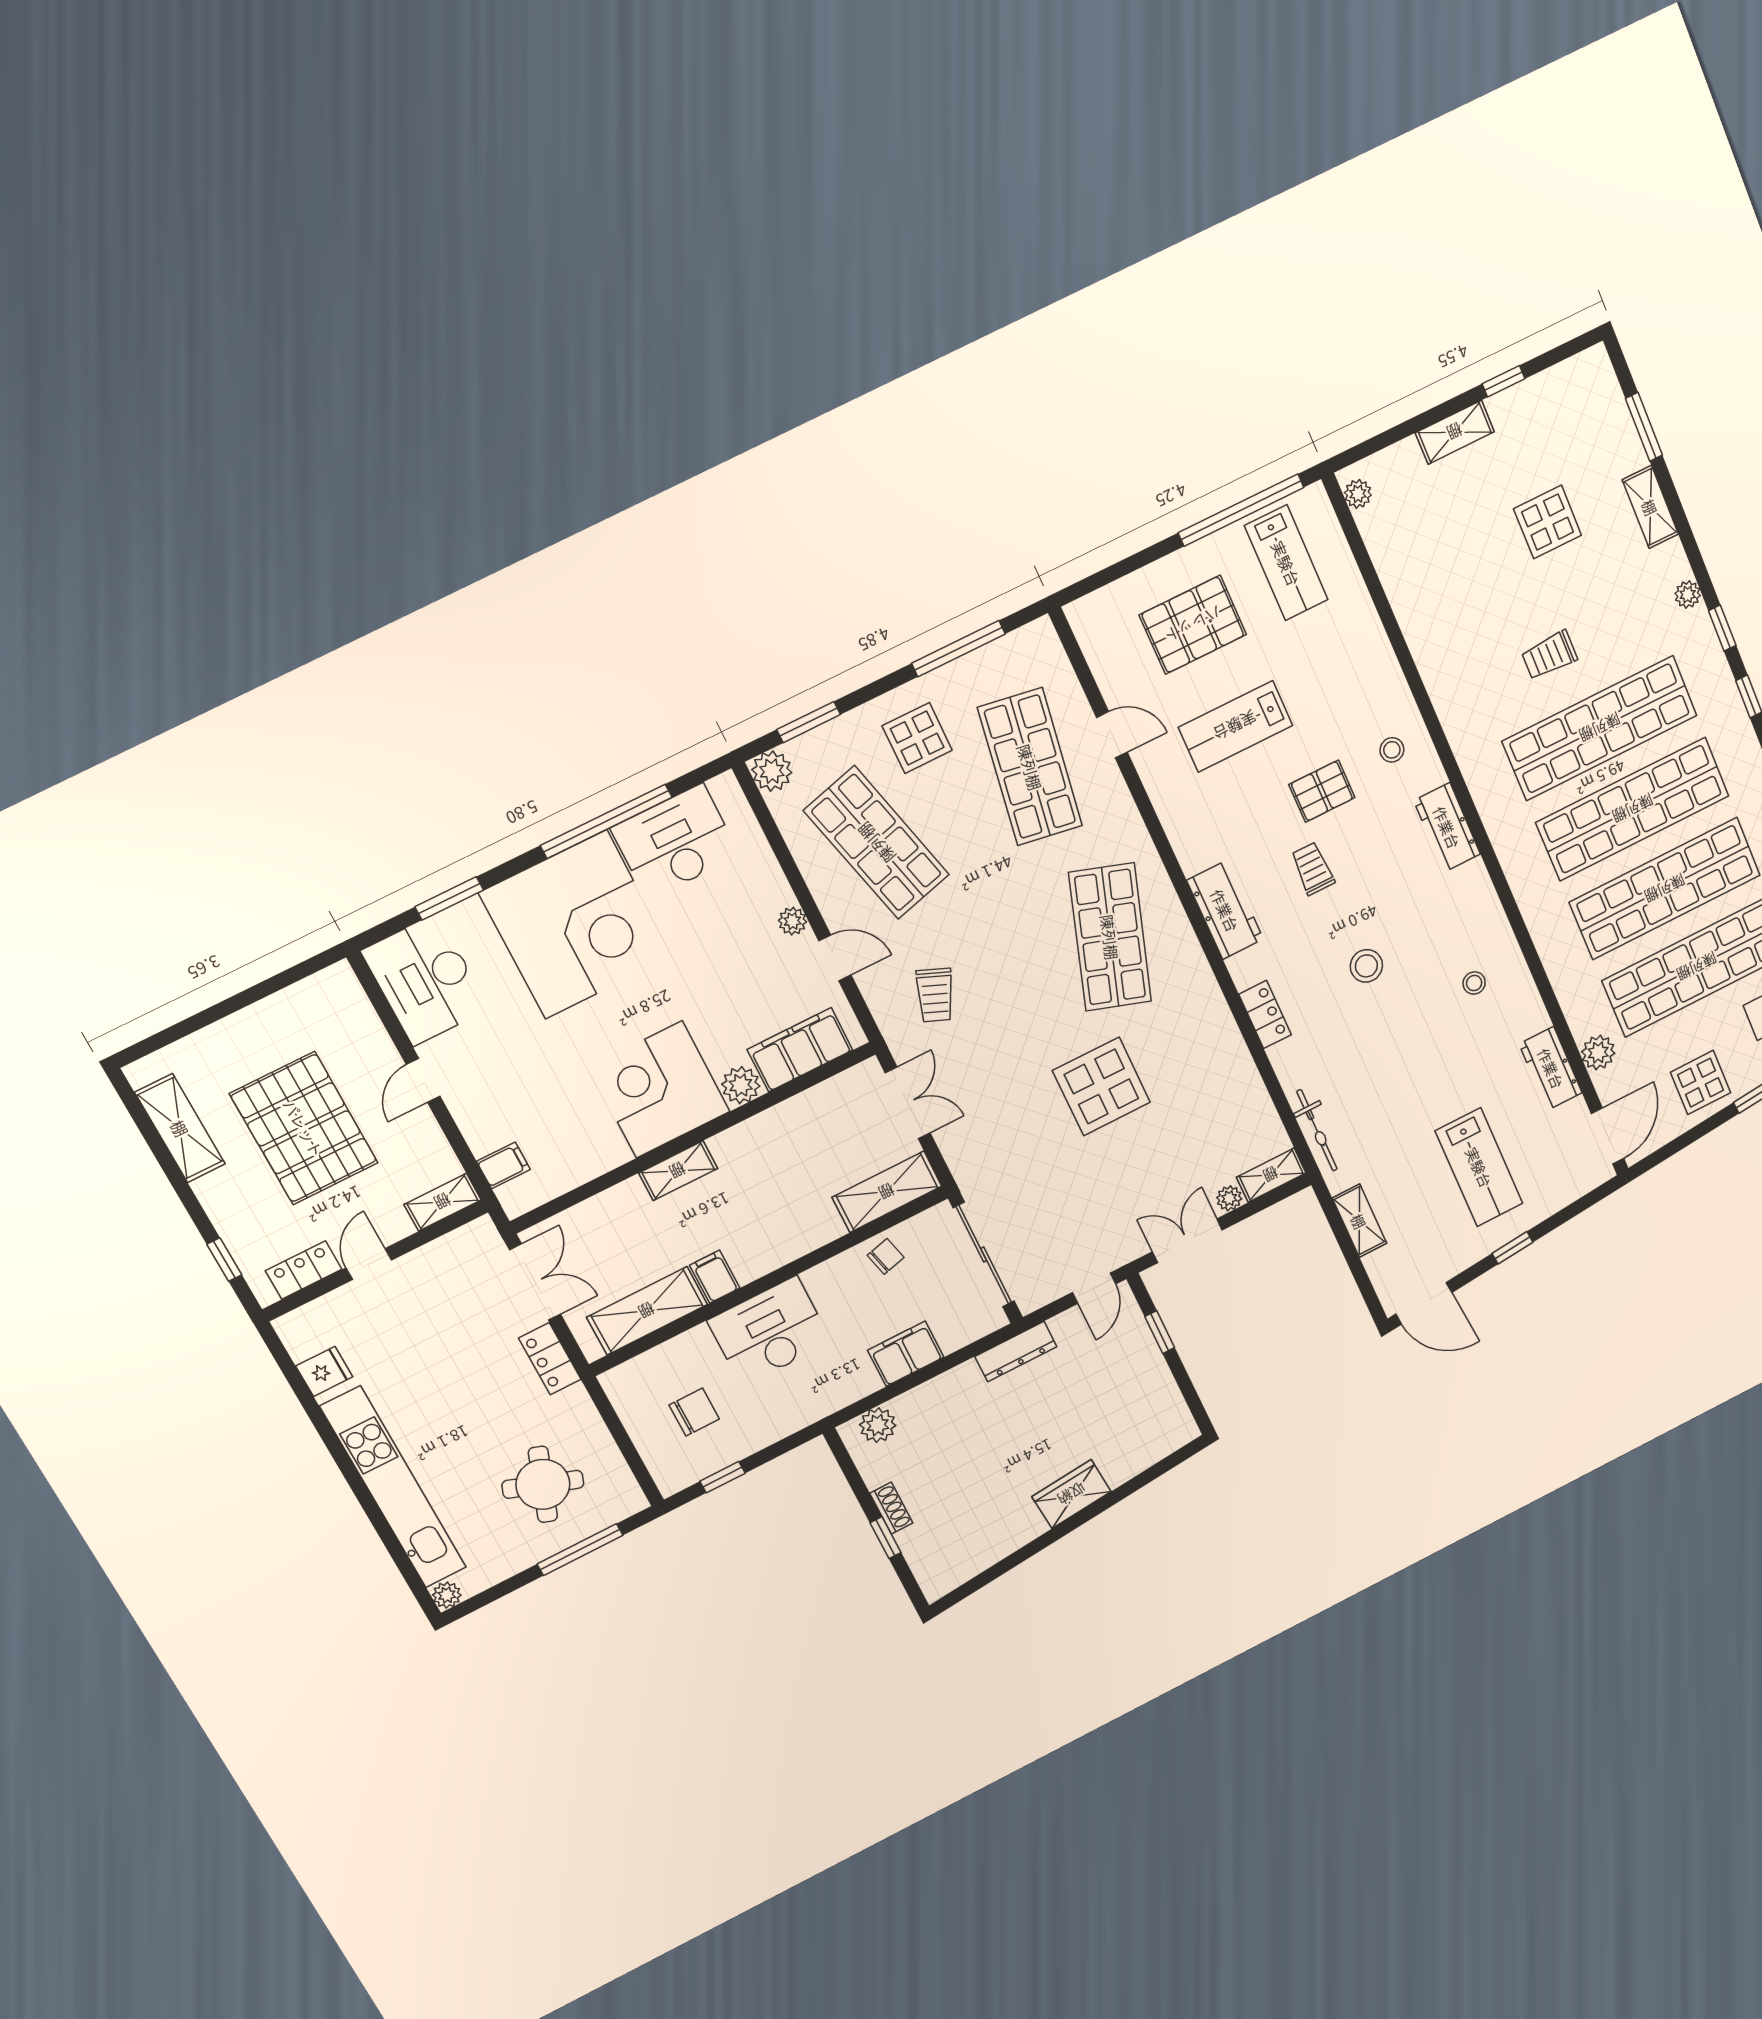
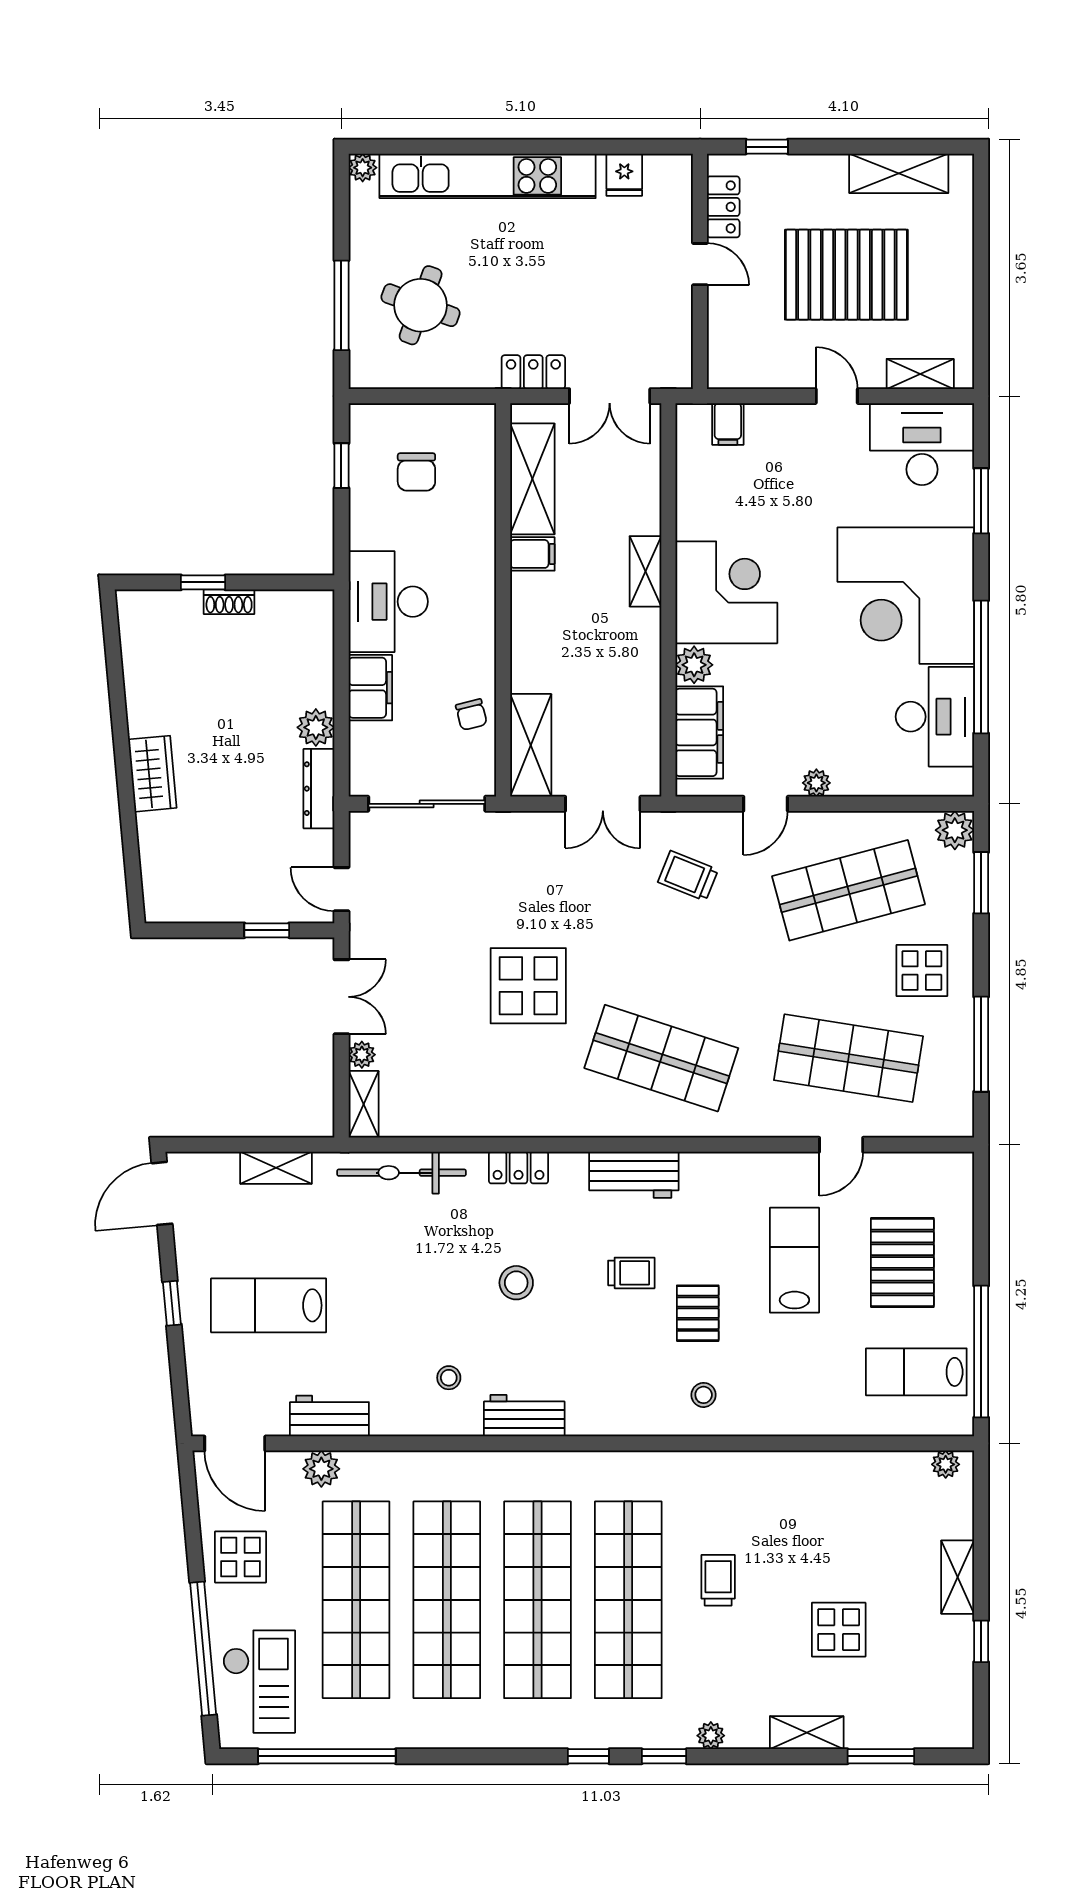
workbench: (1447, 827) -> (524, 1416), moved
bicycle: (1317, 1130) -> (402, 1173), width x1.37, depth x1.40
shelving: (443, 1202) -> (920, 374), moved, turned 90
desk: (769, 1331) -> (388, 602), moved, turned 180
plant: (878, 1425) -> (316, 727), moved

